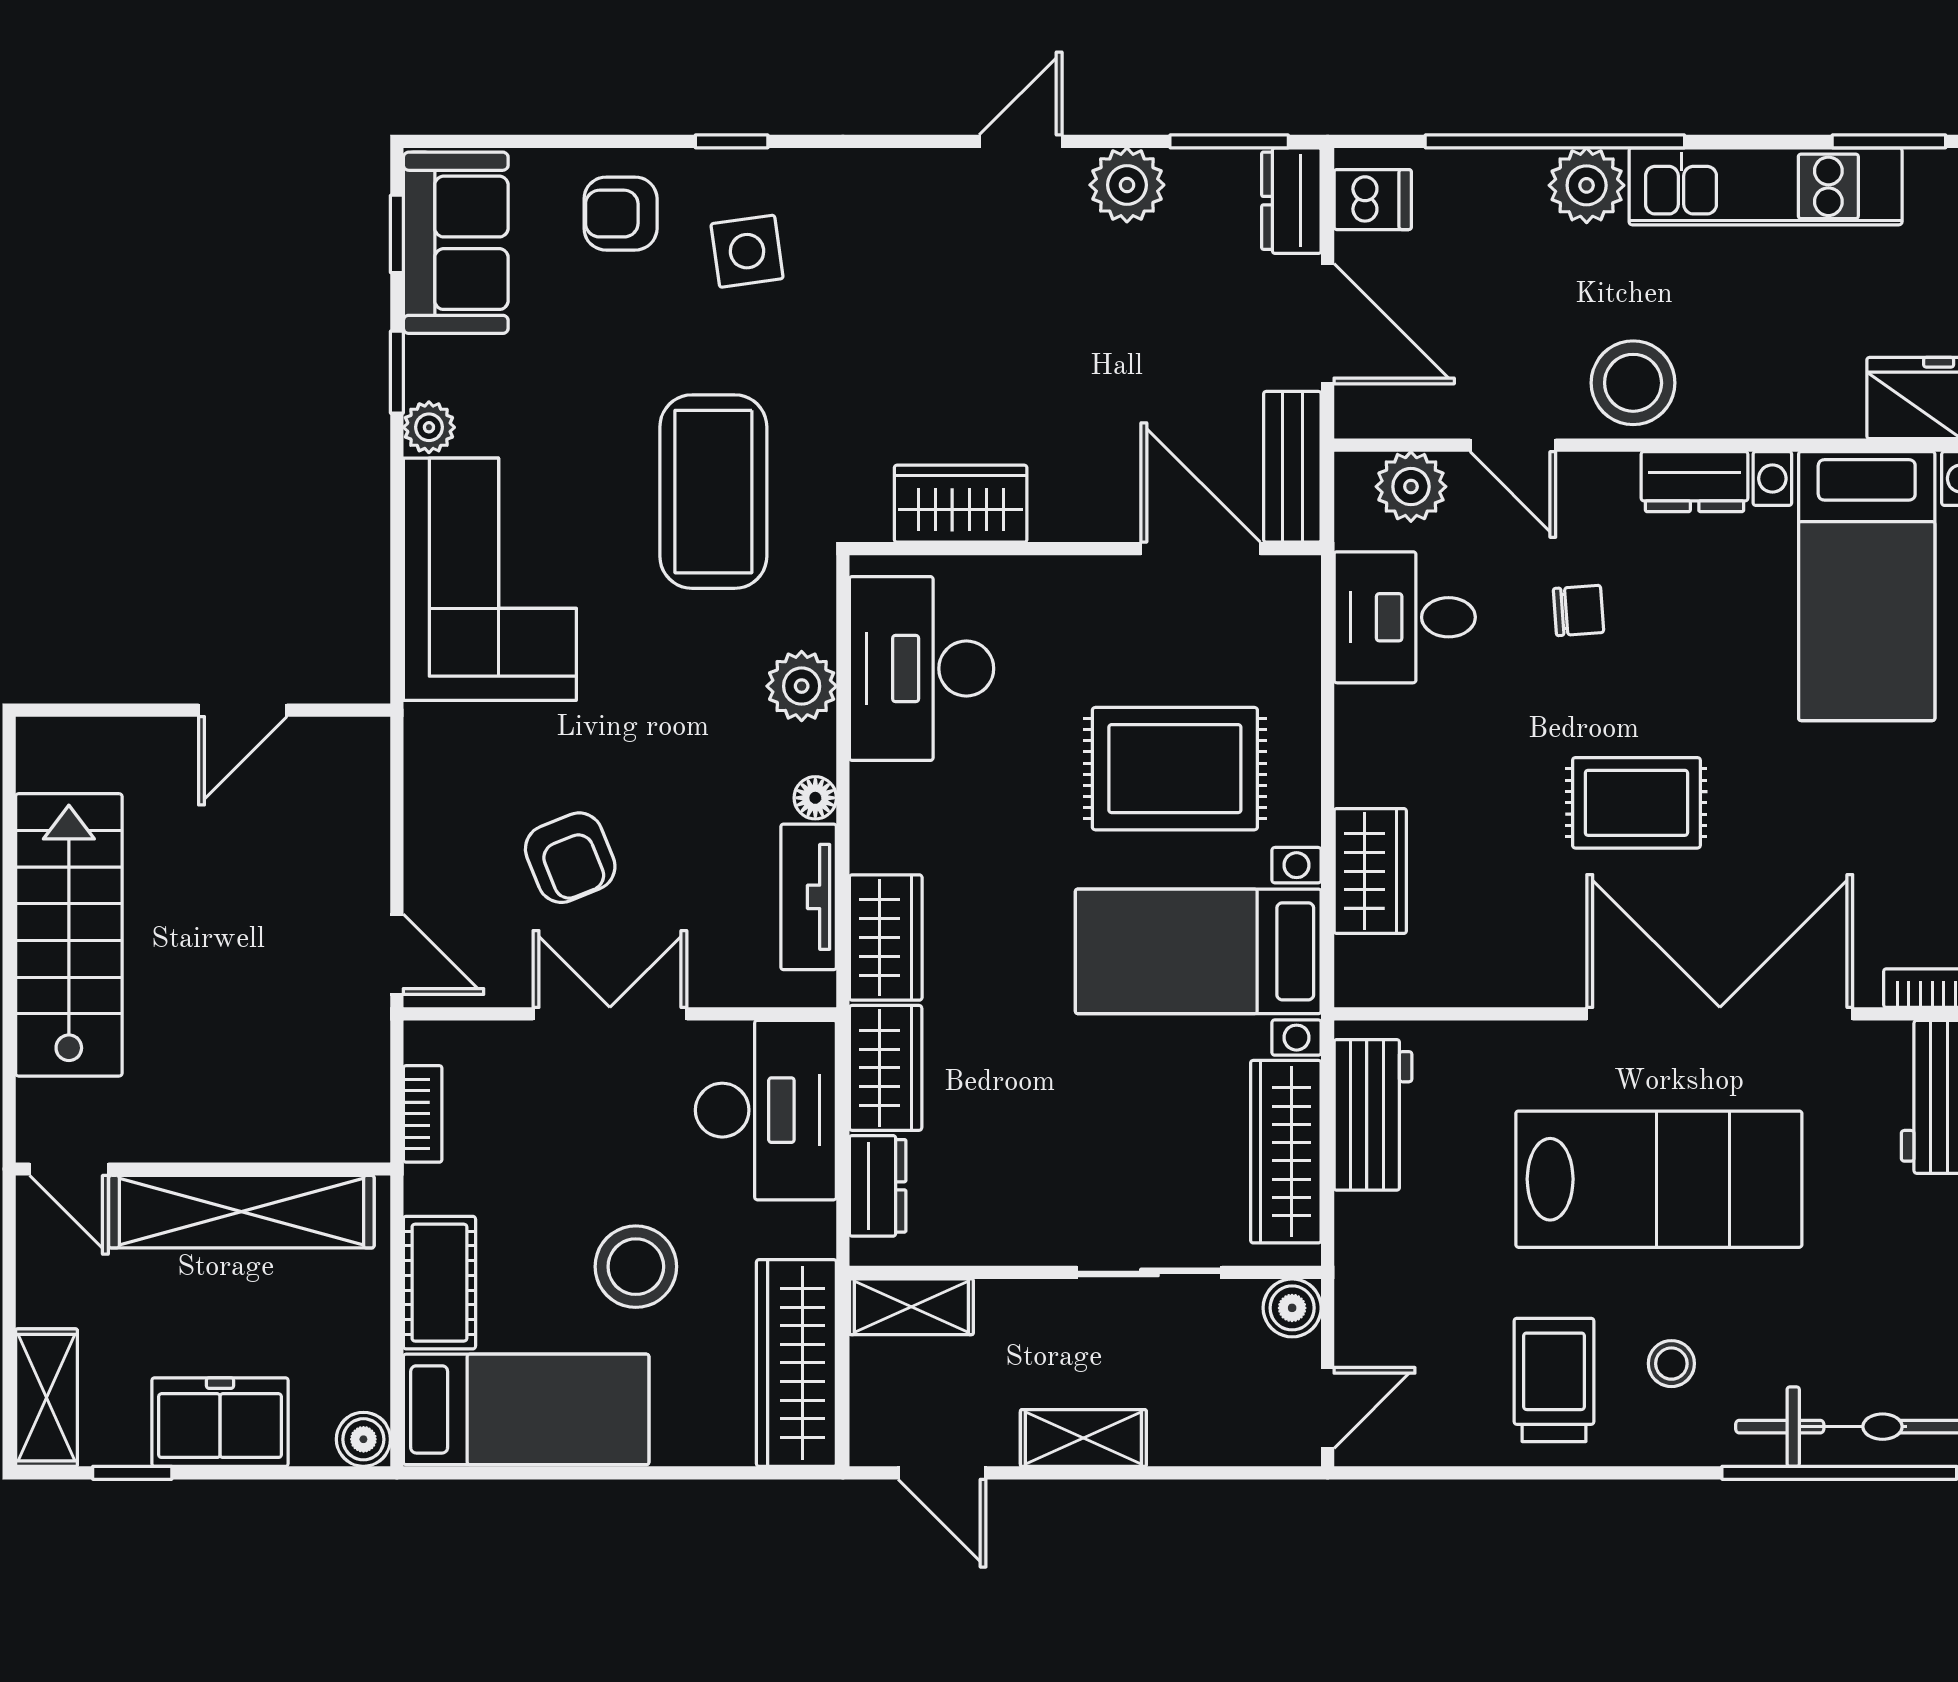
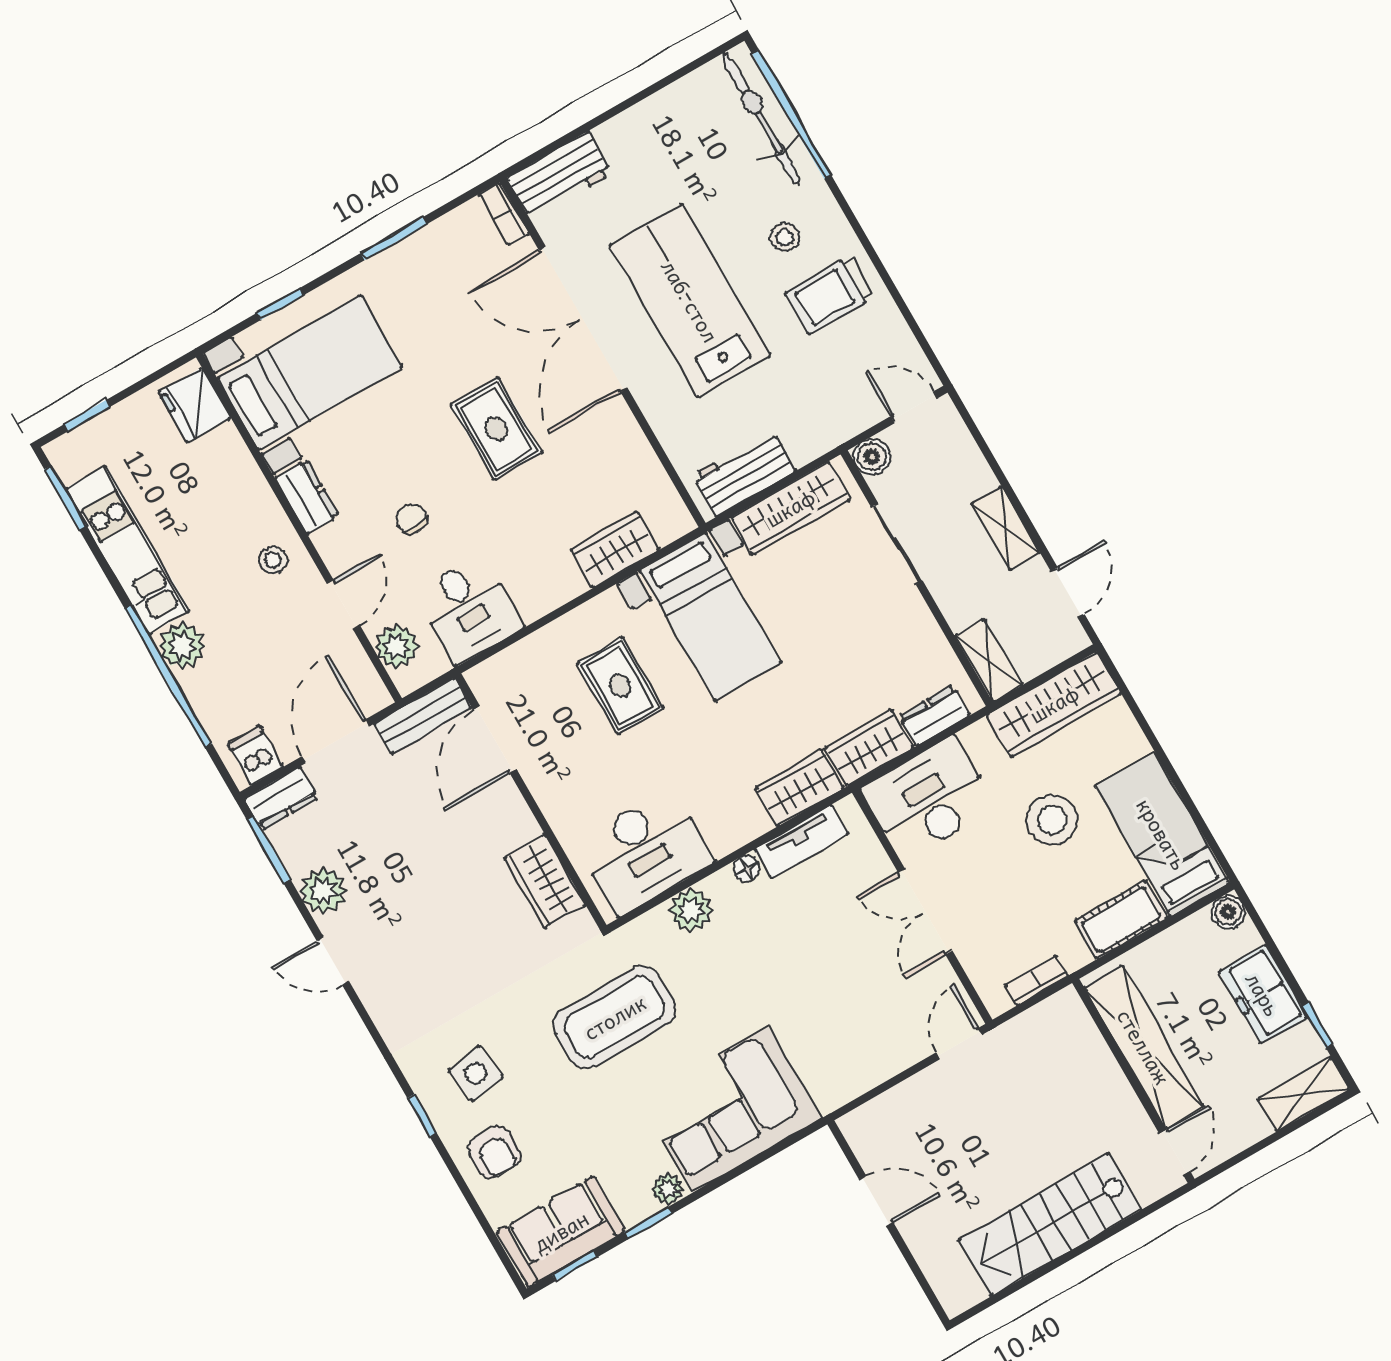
stool: (1633, 383) -> (273, 560), width x0.53, depth x0.53
rug: (1175, 769) -> (620, 686), width x0.73, depth x0.70
armchair: (570, 858) -> (854, 981), removed

